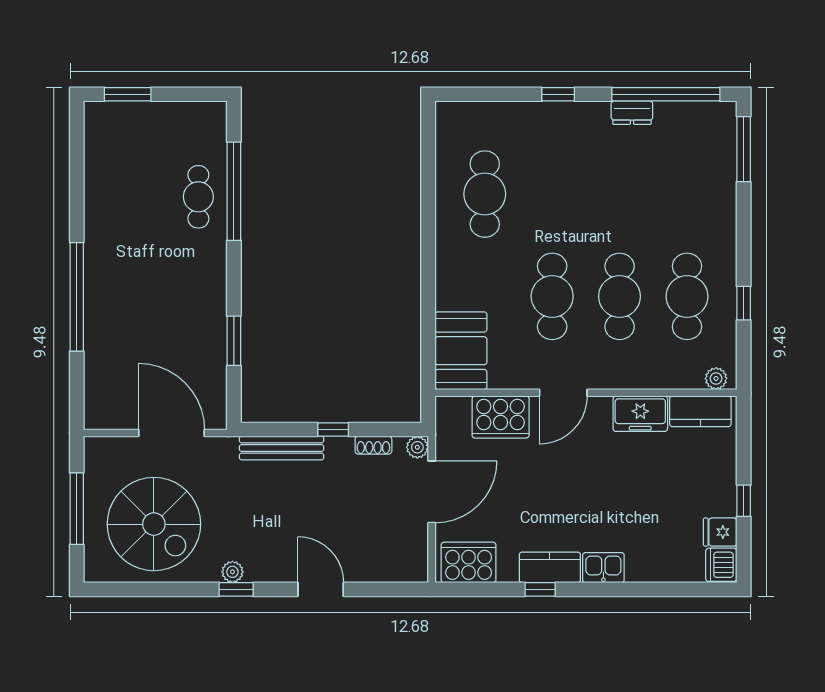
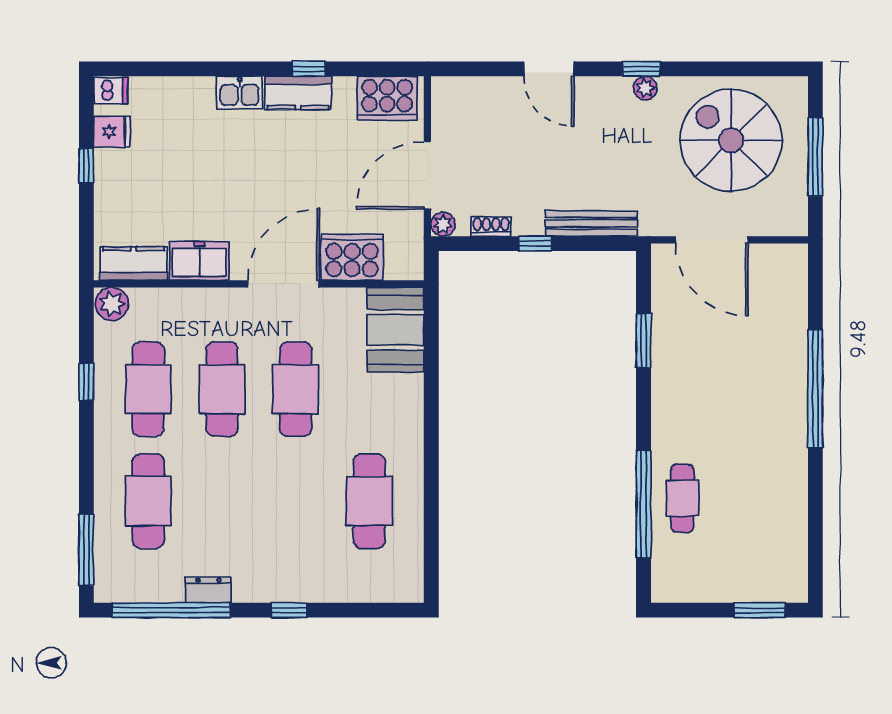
cafe table: (687, 194) -> (148, 501), added
plant: (716, 378) -> (112, 304), width x1.38, depth x1.38
door: (563, 393) -> (283, 284), width x1.36
dishwasher: (721, 565) -> (111, 91), width x0.73

